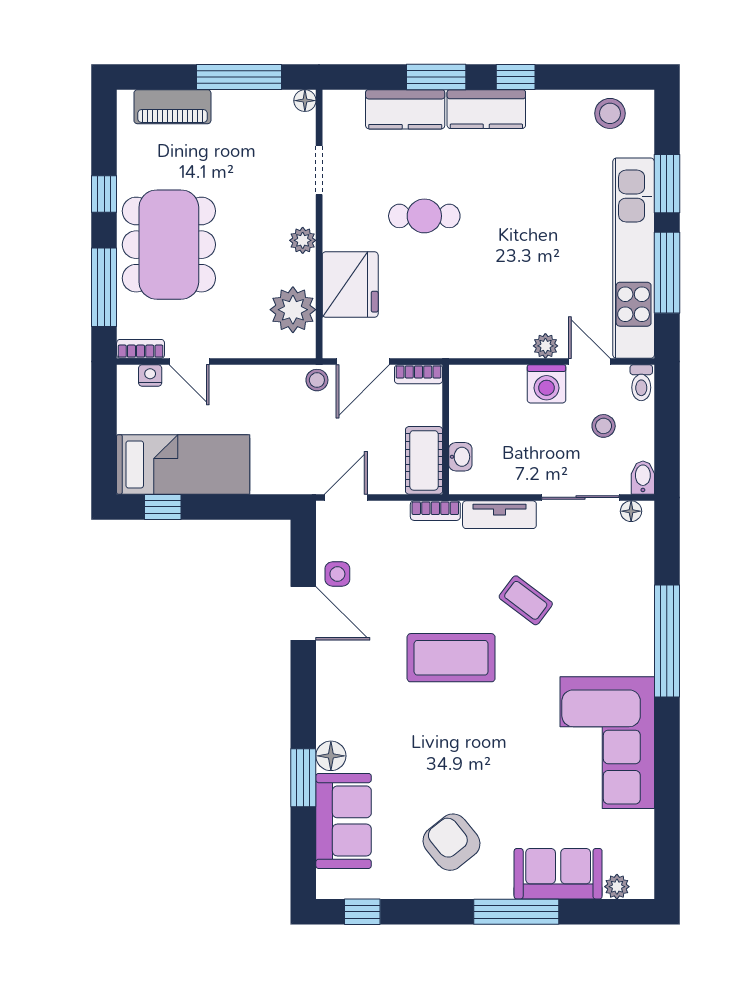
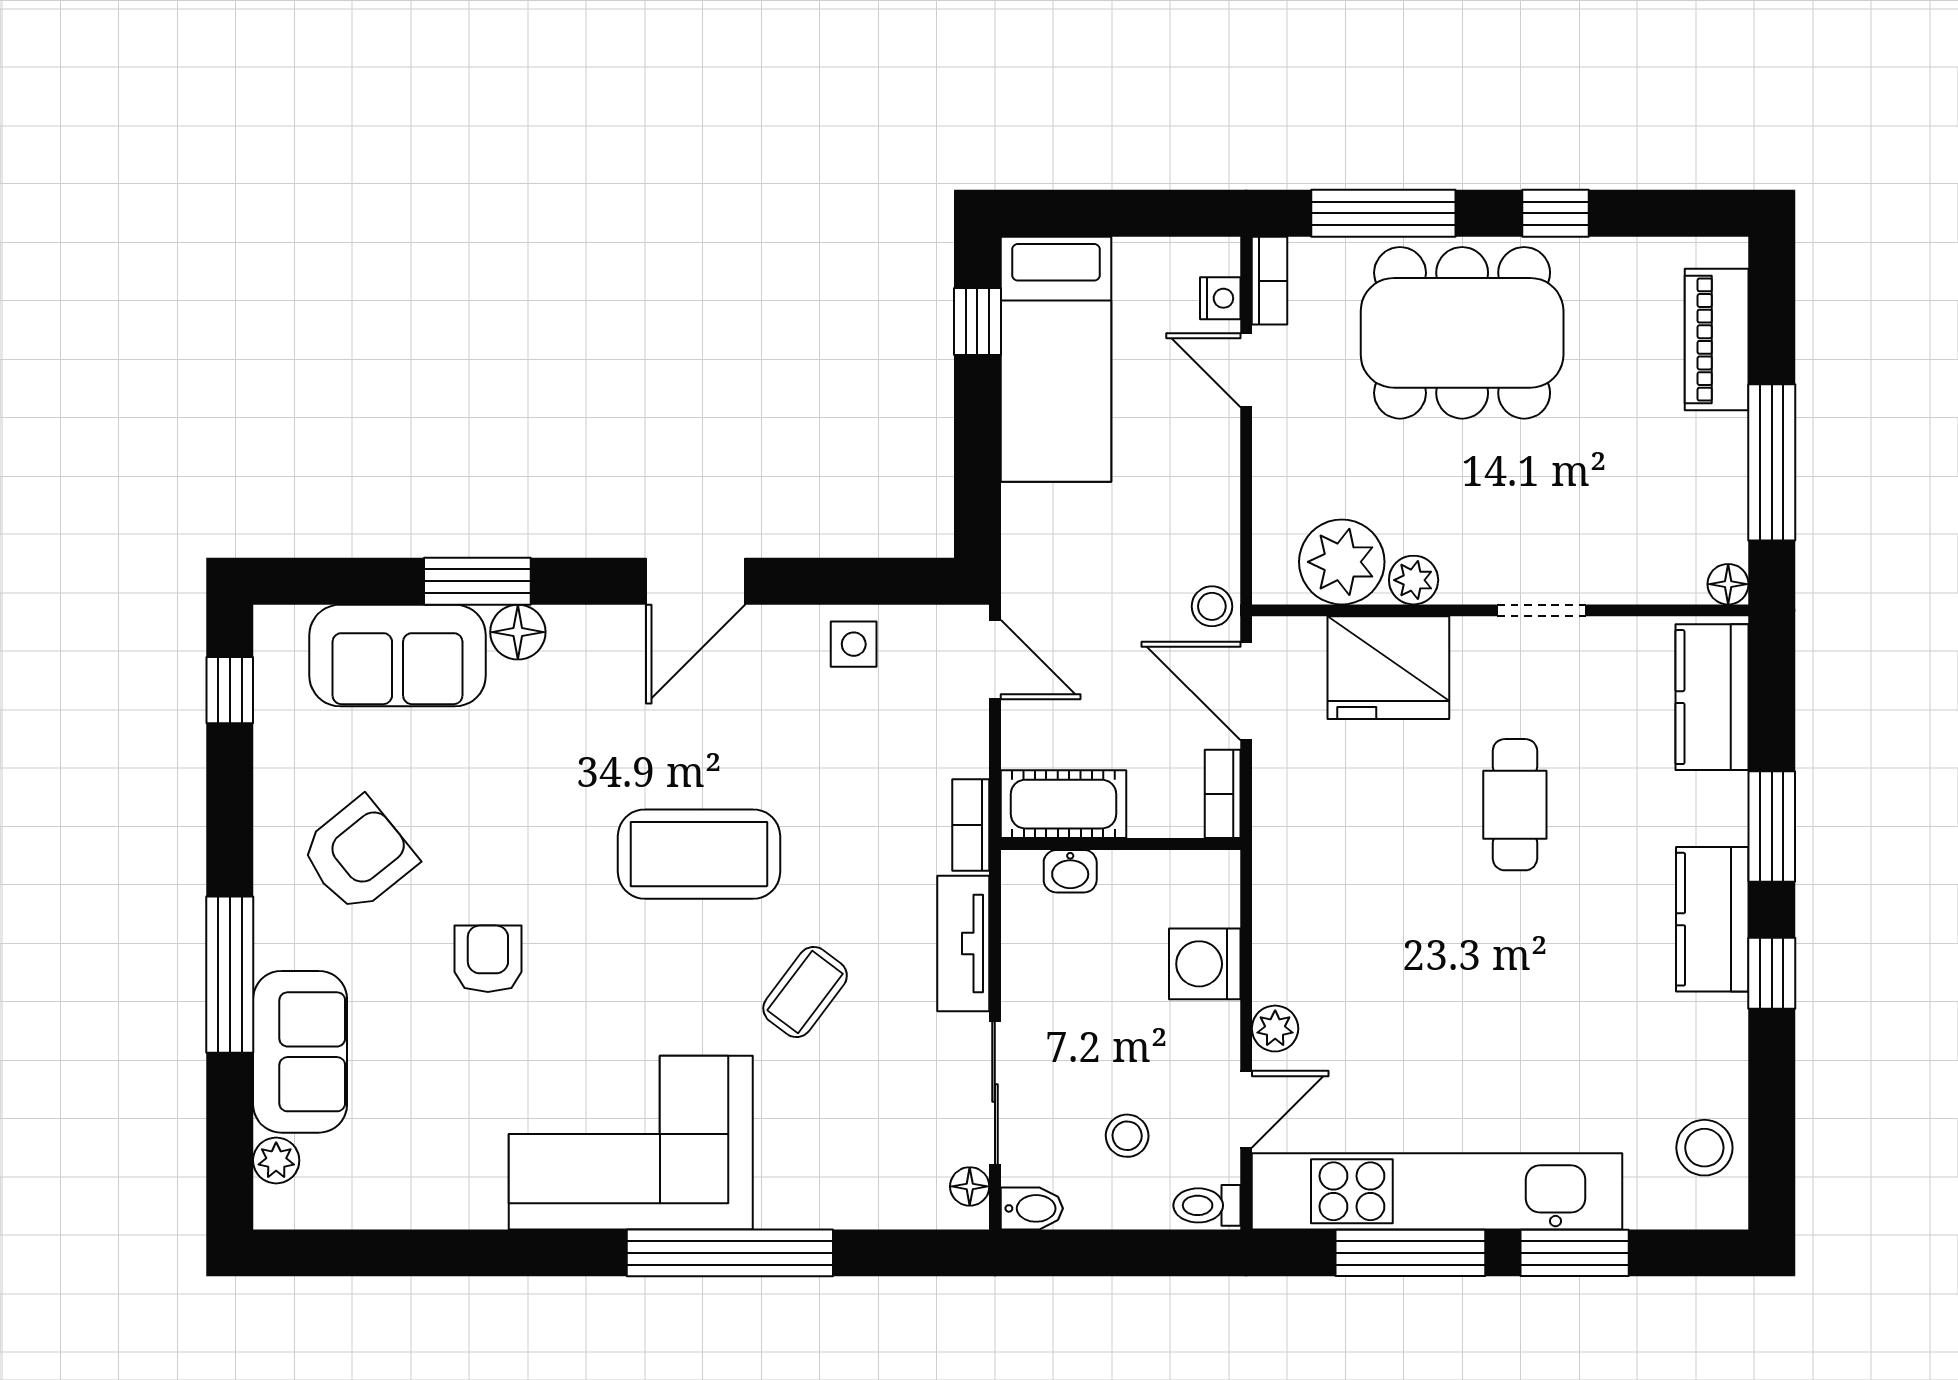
kitchen counter: (405, 109) -> (1712, 697), moved
doorway: (319, 170) -> (1542, 610), moved
plant: (303, 240) -> (1414, 580), moved
door: (189, 362) -> (1246, 370), hinge flipped
washing machine: (547, 384) -> (1205, 964), moved
door: (303, 613) -> (696, 581), moved
coffee table: (451, 658) -> (699, 854), turned 90
corner sofa: (607, 743) -> (631, 1143), moved
armchair: (508, 772) -> (488, 959), added

